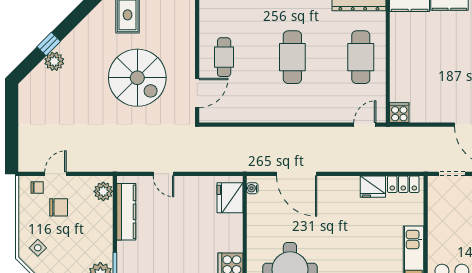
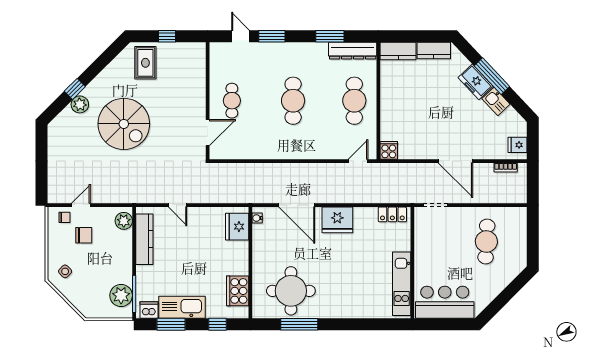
spiral stairs: (137, 78) -> (124, 124), moved
fridge: (373, 187) -> (337, 220), moved, width x1.36, depth x1.34

